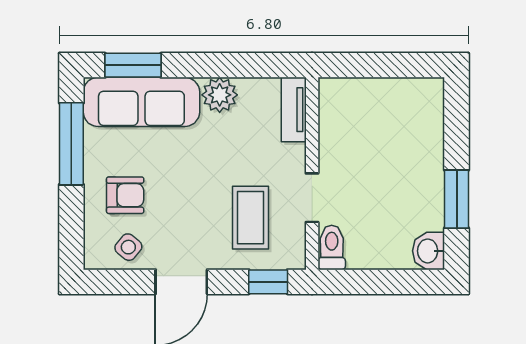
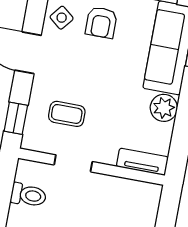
coffee table: (250, 218) -> (67, 114), width x0.73, depth x0.77
toilet: (332, 247) -> (28, 195), moved

